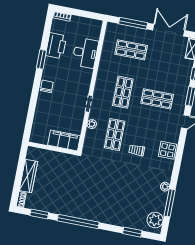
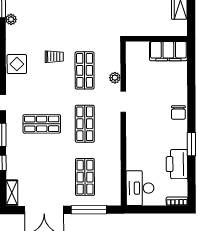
shop shelf: (131, 50) -> (85, 177), turned 90
desk: (85, 53) -> (140, 188), moved
filing cabinet: (64, 140) -> (168, 51), moved

